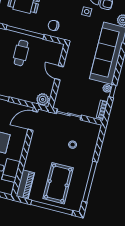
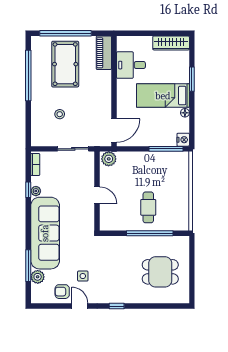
chair: (54, 25) -> (118, 250), removed

